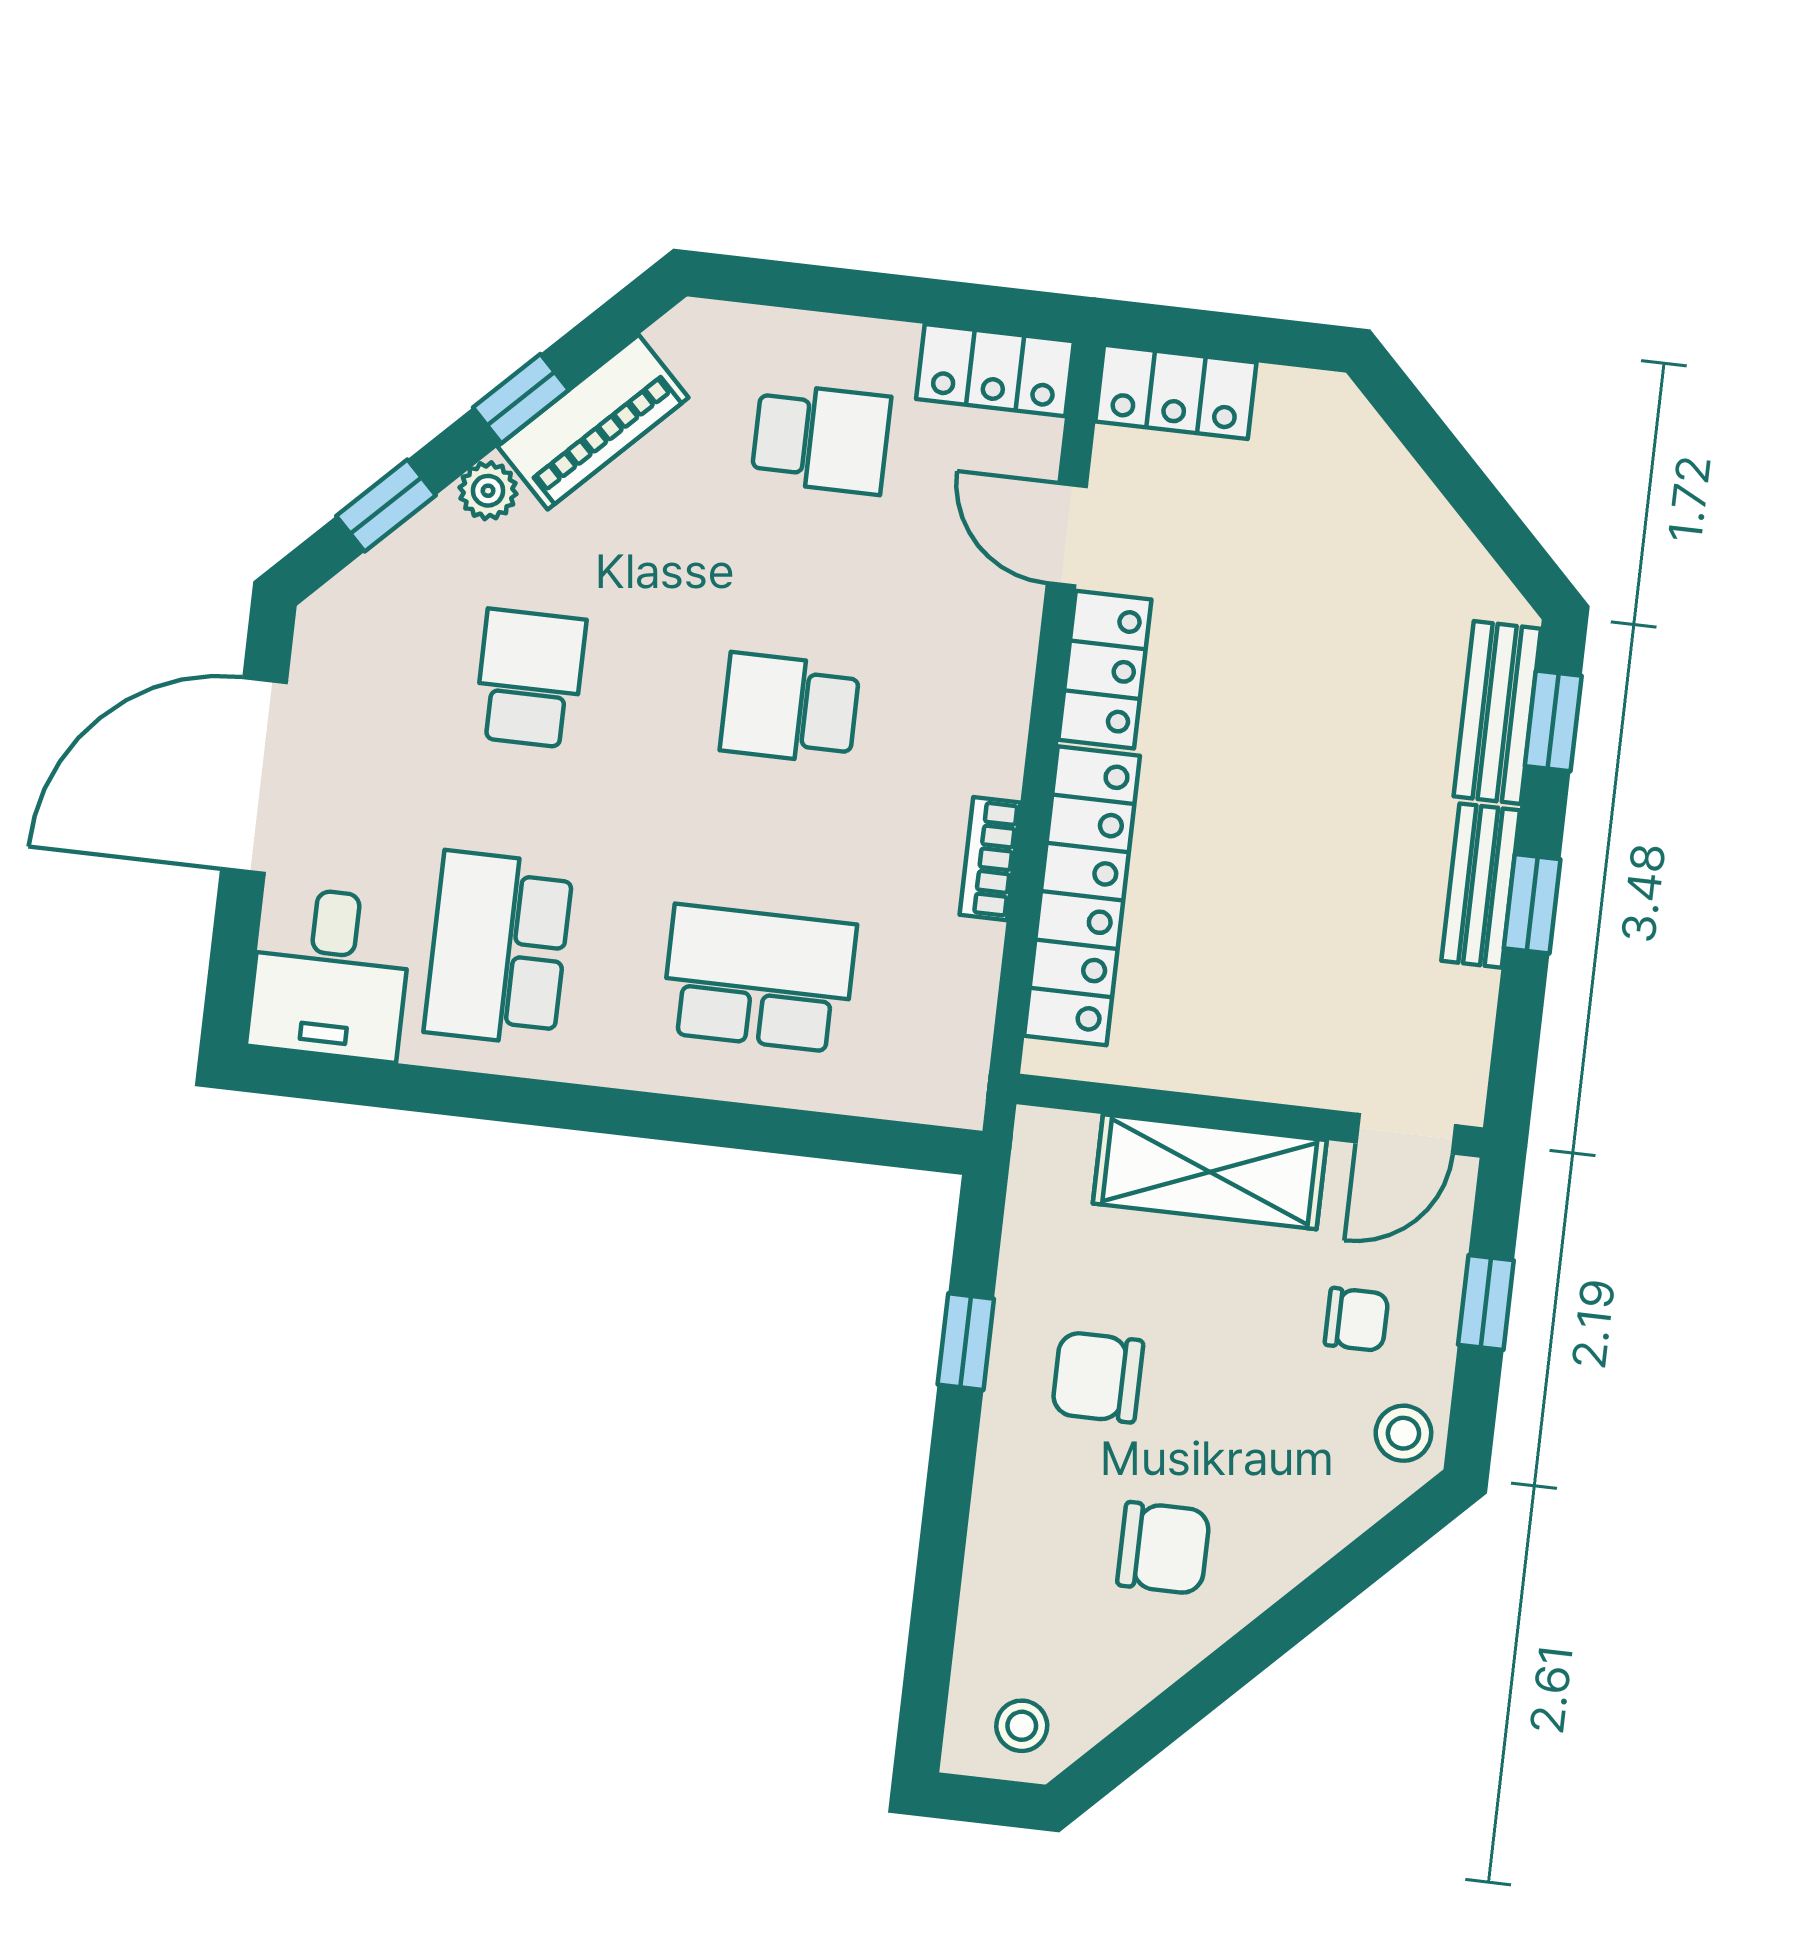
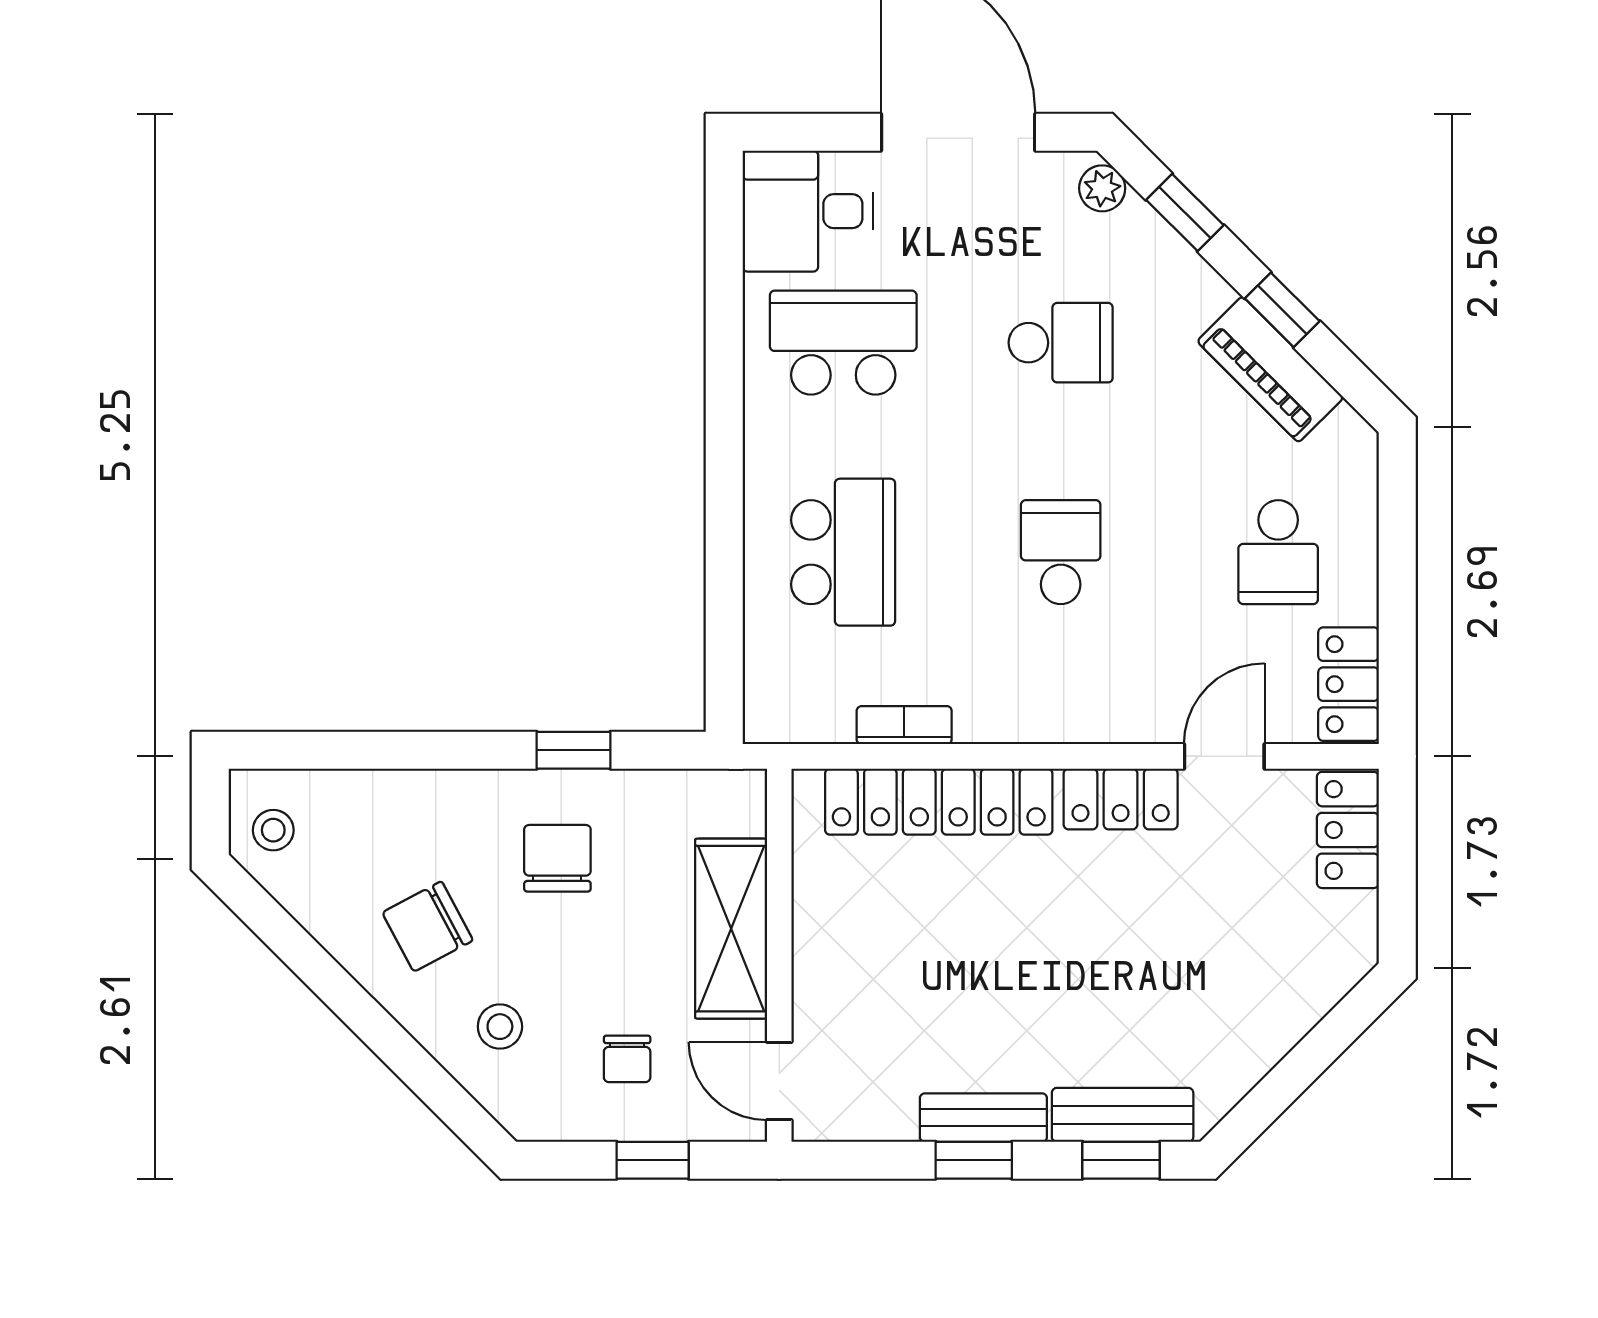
plant: (488, 491) -> (1102, 188), moved
bookcase: (990, 859) -> (904, 725), moved
stool: (1403, 1433) -> (500, 1027), moved
chair: (1164, 1548) -> (428, 927), turned 62

